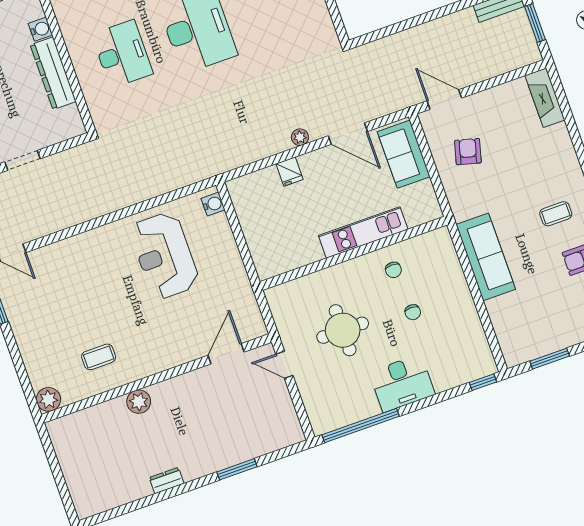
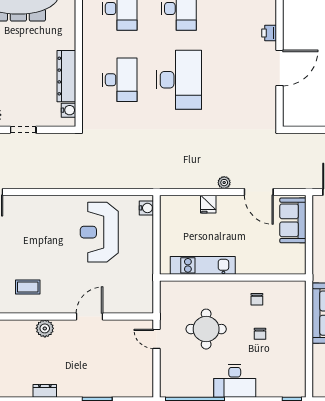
water cooler: (40, 29) -> (68, 110), moved
kitchen unit: (363, 232) -> (203, 265), moved
door: (226, 354) -> (90, 317), moved

